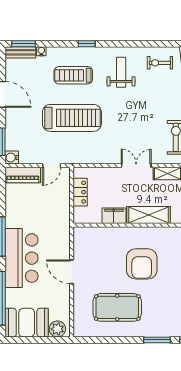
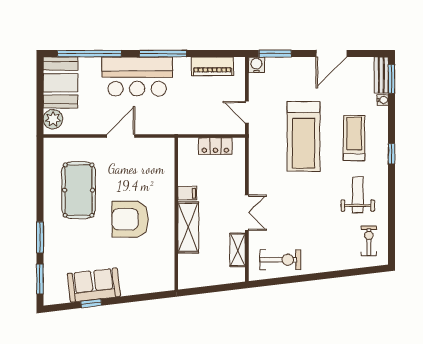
weight bench: (121, 72) -> (358, 195), turned -90
piano: (23, 175) -> (212, 66), moved, turned -90
filing cabinet: (114, 216) -> (187, 193), width x0.50

